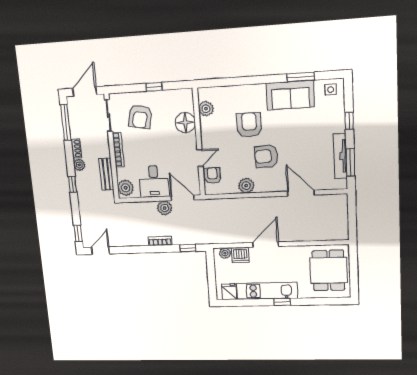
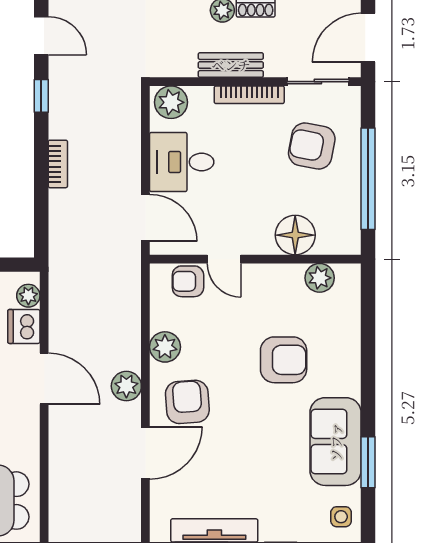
window: (154, 87) -> (368, 179), width x3.17
door: (85, 91) -> (368, 38), swing flipped
armchair: (266, 156) -> (187, 402), moved
bench: (106, 174) -> (231, 65), moved
armchair: (212, 176) -> (188, 281), turned 180
door: (183, 198) -> (145, 218), hinge flipped
plant: (165, 208) -> (126, 386), moved
window: (188, 248) -> (41, 96), moved

